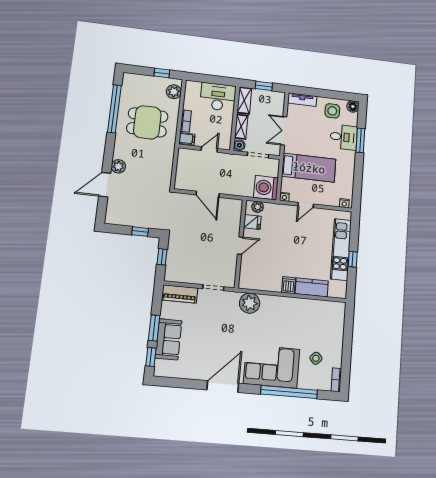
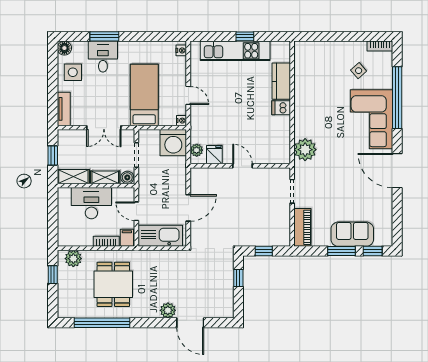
desk: (218, 97) -> (91, 203), moved, turned 90
kitchen sink: (186, 167) -> (160, 236), added

